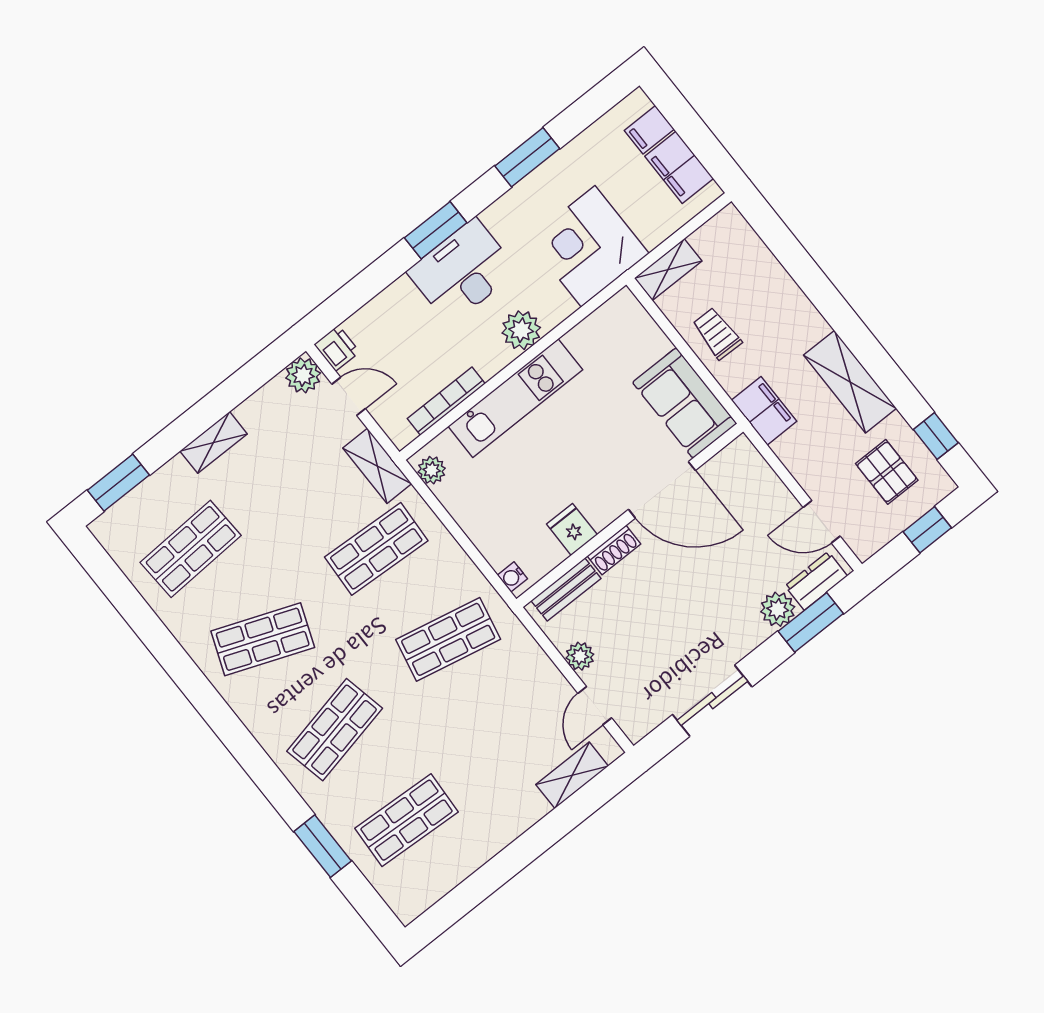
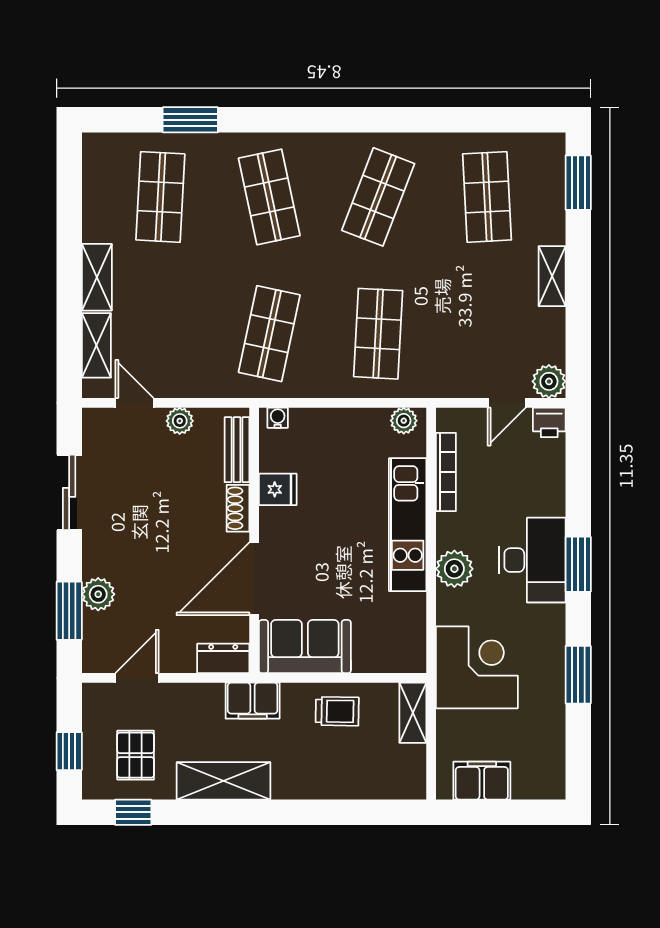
filing cabinet: (649, 130) -> (527, 781), removed
shelving: (377, 466) -> (97, 277), moved, turned 90
pallet: (887, 472) -> (136, 755), turned 90
dresser: (816, 581) -> (223, 658), moved, turned -90

